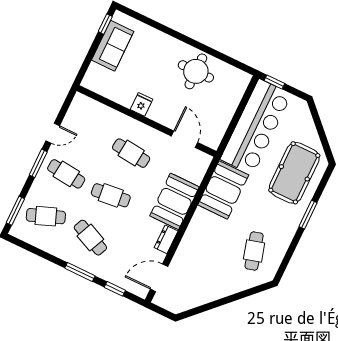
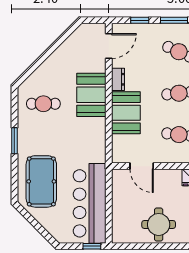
booth: (223, 190) -> (91, 95), moved
window: (308, 215) -> (14, 141), moved
cafe table: (254, 251) -> (43, 104), turned -74

